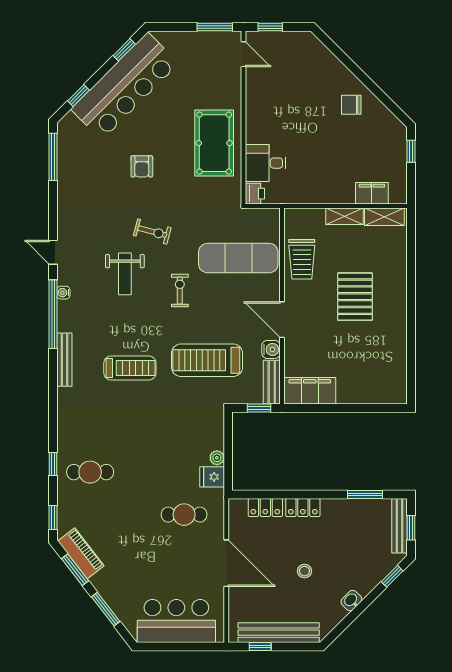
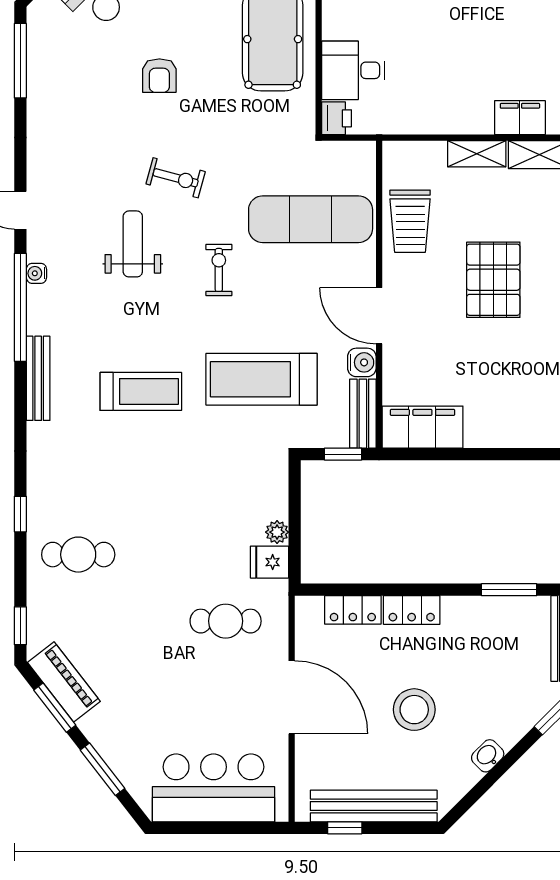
weight bench: (125, 274) -> (133, 244), turned 180
window: (53, 464) -> (20, 514), moved
stool: (304, 571) -> (414, 710), width x1.89, depth x1.89

